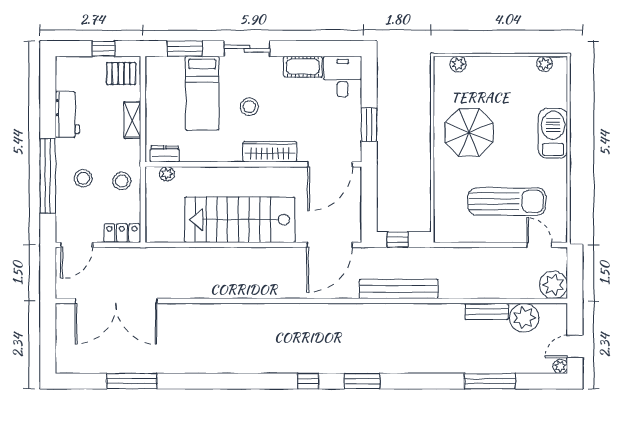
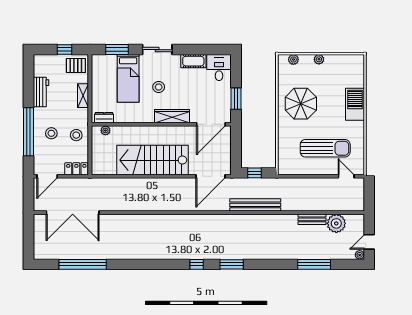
plant: (545, 64) -> (319, 59), moved
plant: (554, 285) -> (355, 202), removed
window: (132, 381) -> (83, 264), width x1.46

